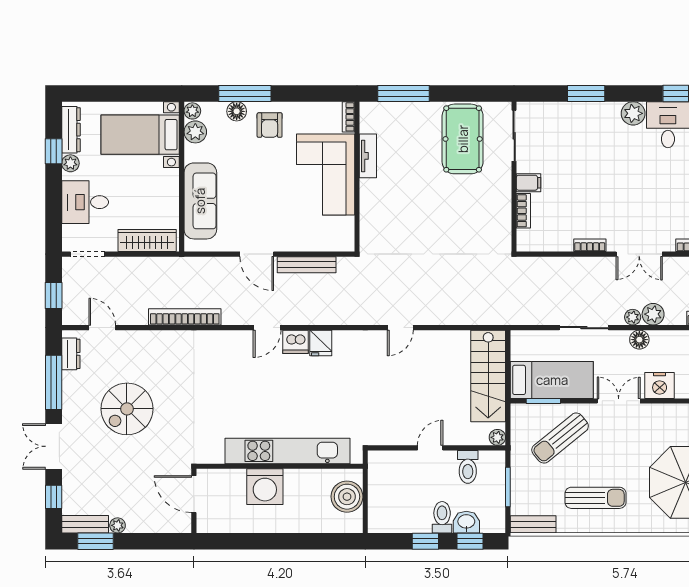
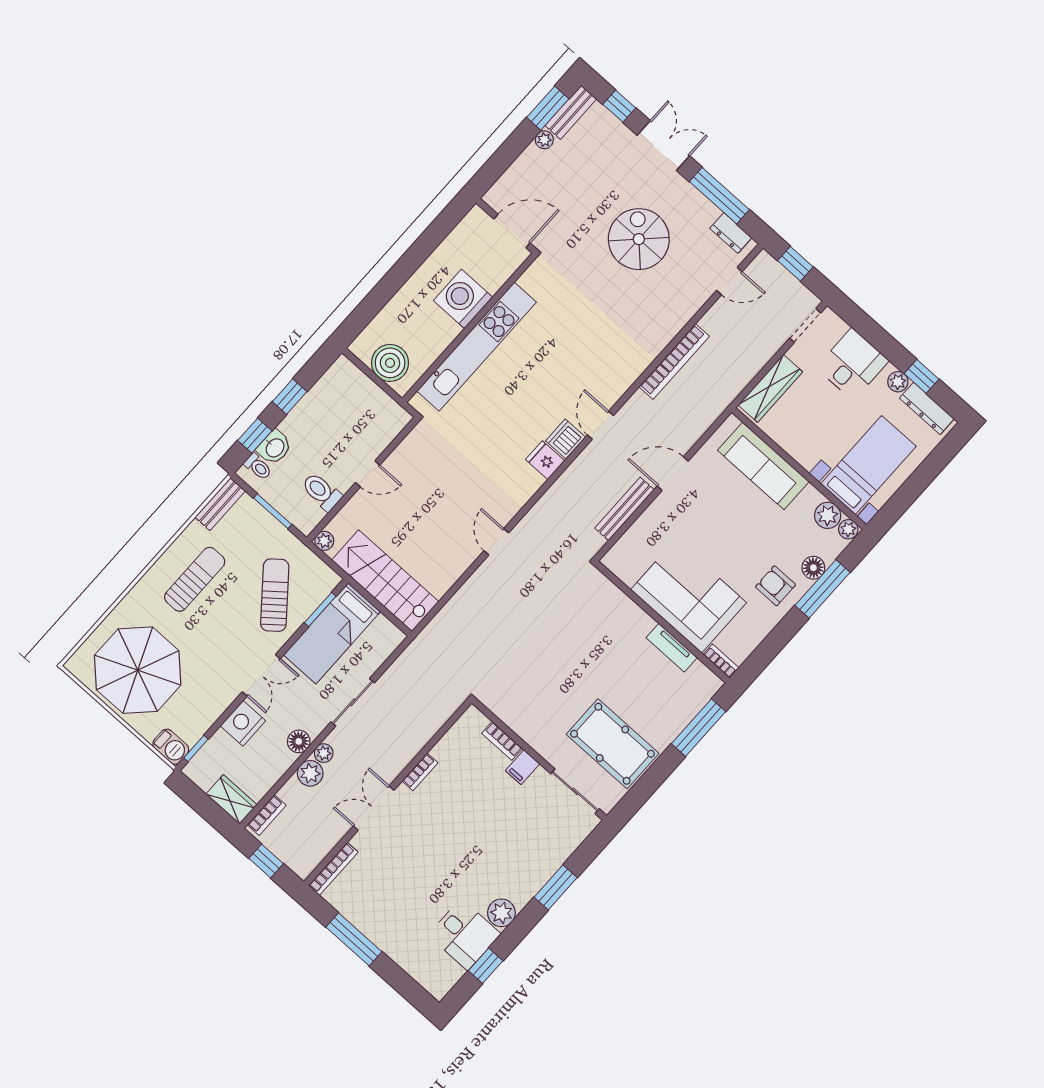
door: (430, 448) -> (368, 474), hinge flipped
sun lounger: (595, 498) -> (195, 579), turned 180
toilet: (442, 517) -> (258, 467), moved, width x0.73, depth x0.72

